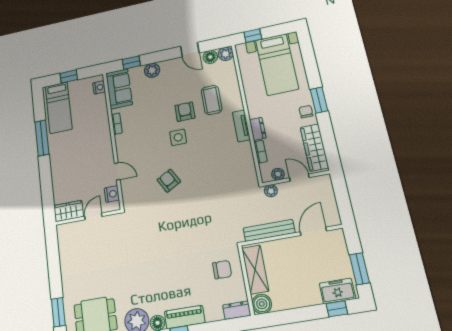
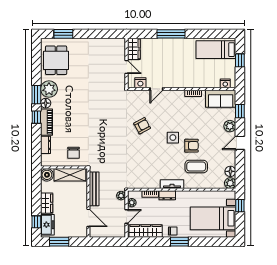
door: (190, 50) -> (240, 143), moved
window: (42, 138) -> (171, 34), moved
wardrobe: (305, 298) -> (47, 203), added
dresser: (237, 310) -> (46, 145), moved

